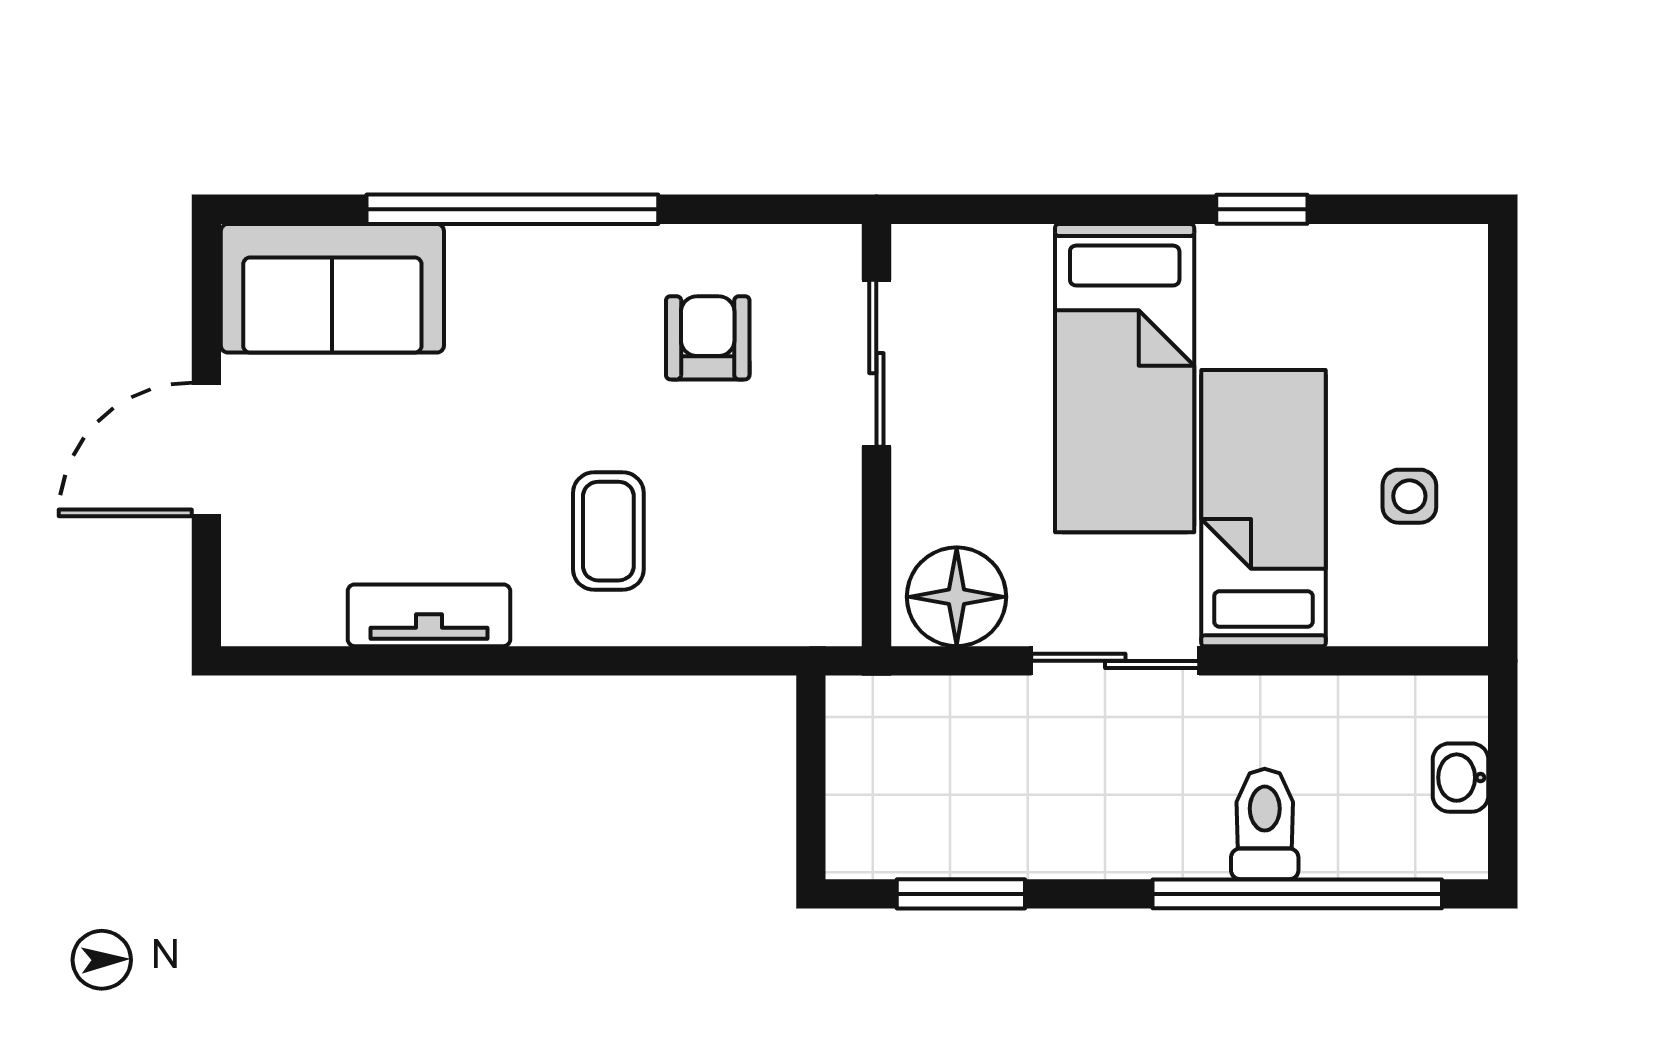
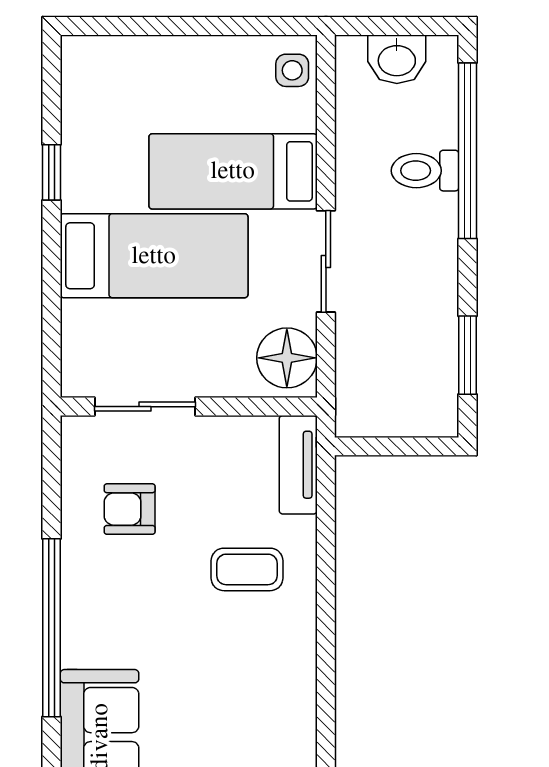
side table: (1409, 496) -> (292, 70), moved
tv unit: (429, 615) -> (298, 465), moved
washbasin: (1461, 778) -> (397, 59), width x1.38, depth x1.45

